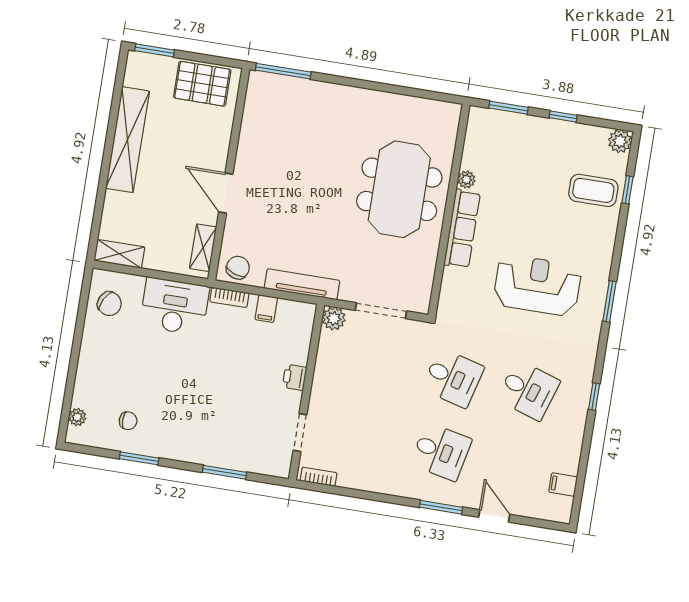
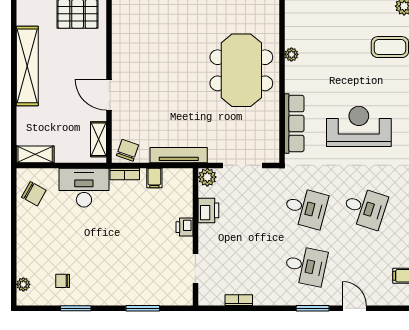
row of seats: (462, 229) -> (294, 124), moved
printer: (328, 361) -> (208, 210), added
chair: (128, 421) -> (63, 281), turned 180
bookcase: (319, 477) -> (239, 300), moved

